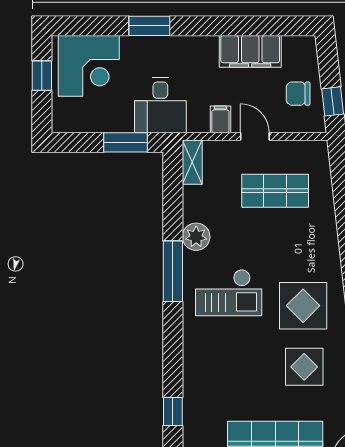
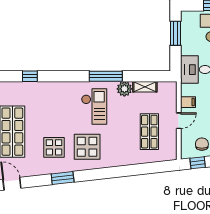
window: (125, 142) -> (175, 33), moved
shelving: (192, 162) -> (145, 87), moved
checkout: (229, 293) -> (94, 106), turned 180

